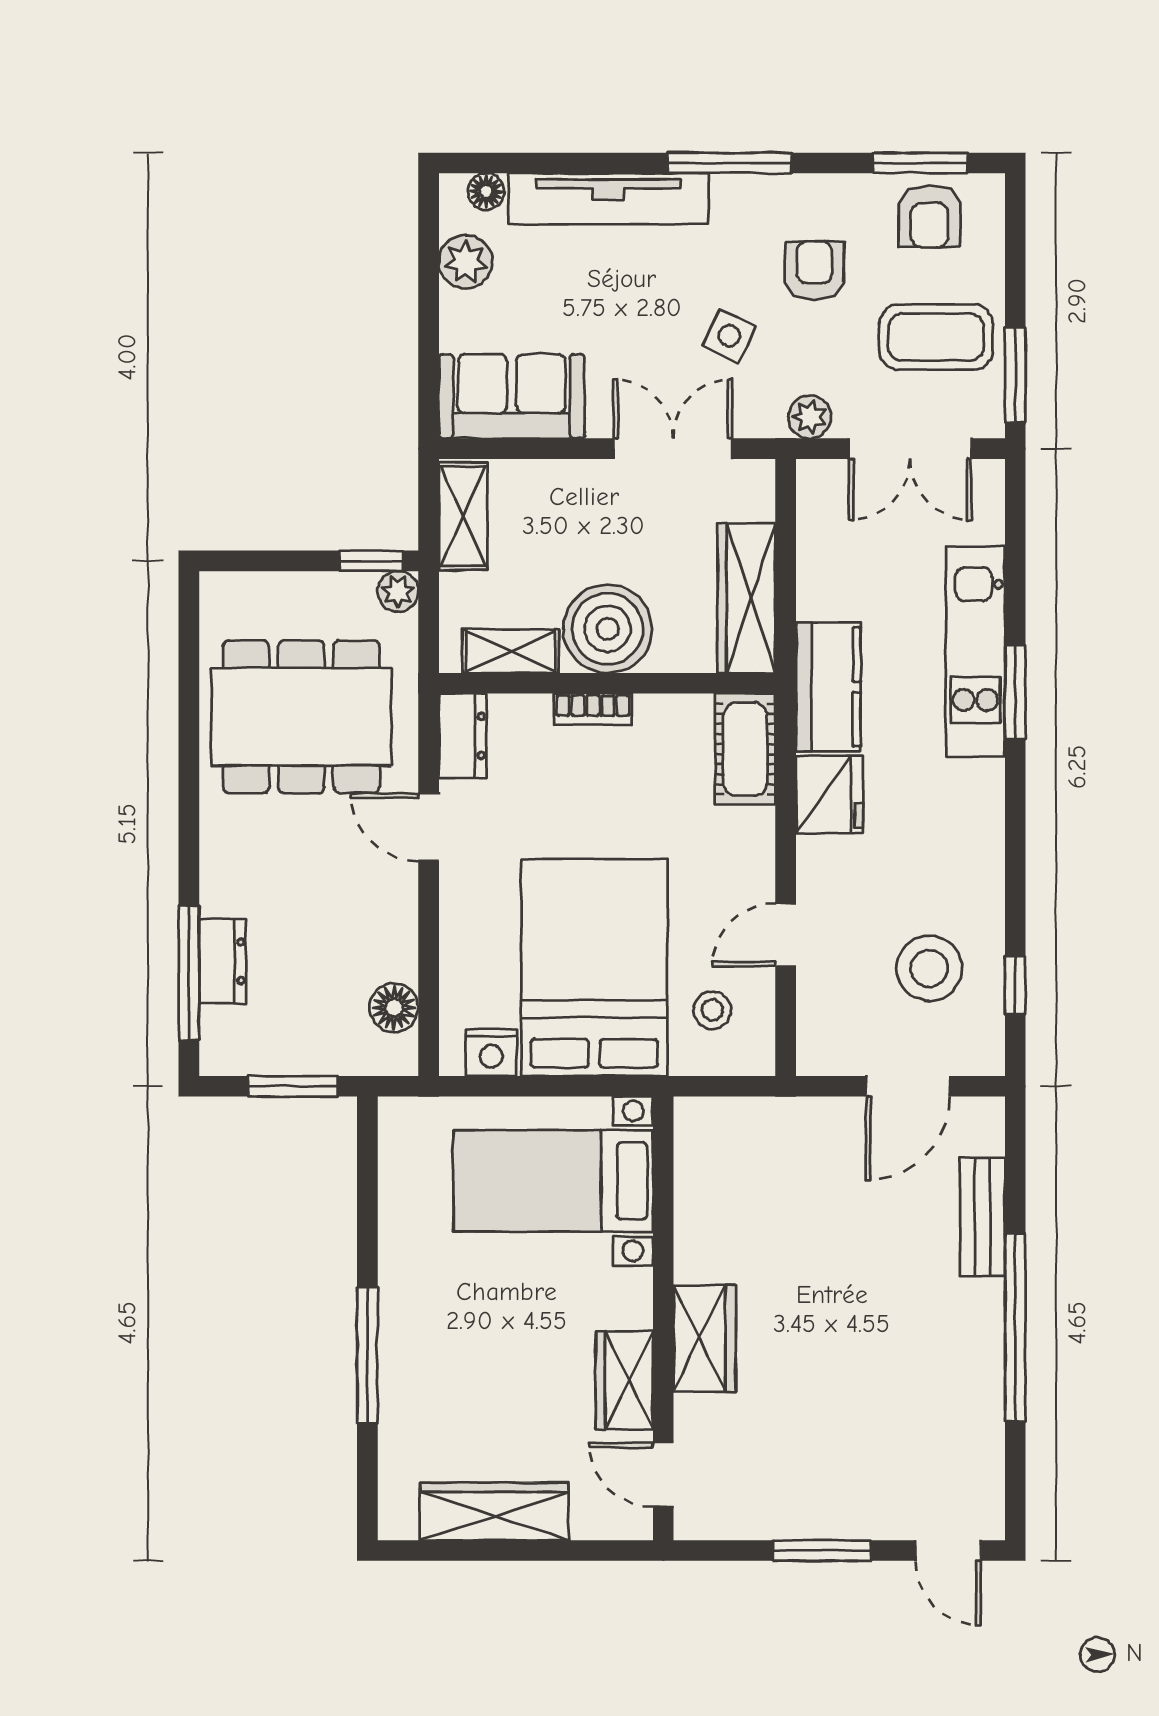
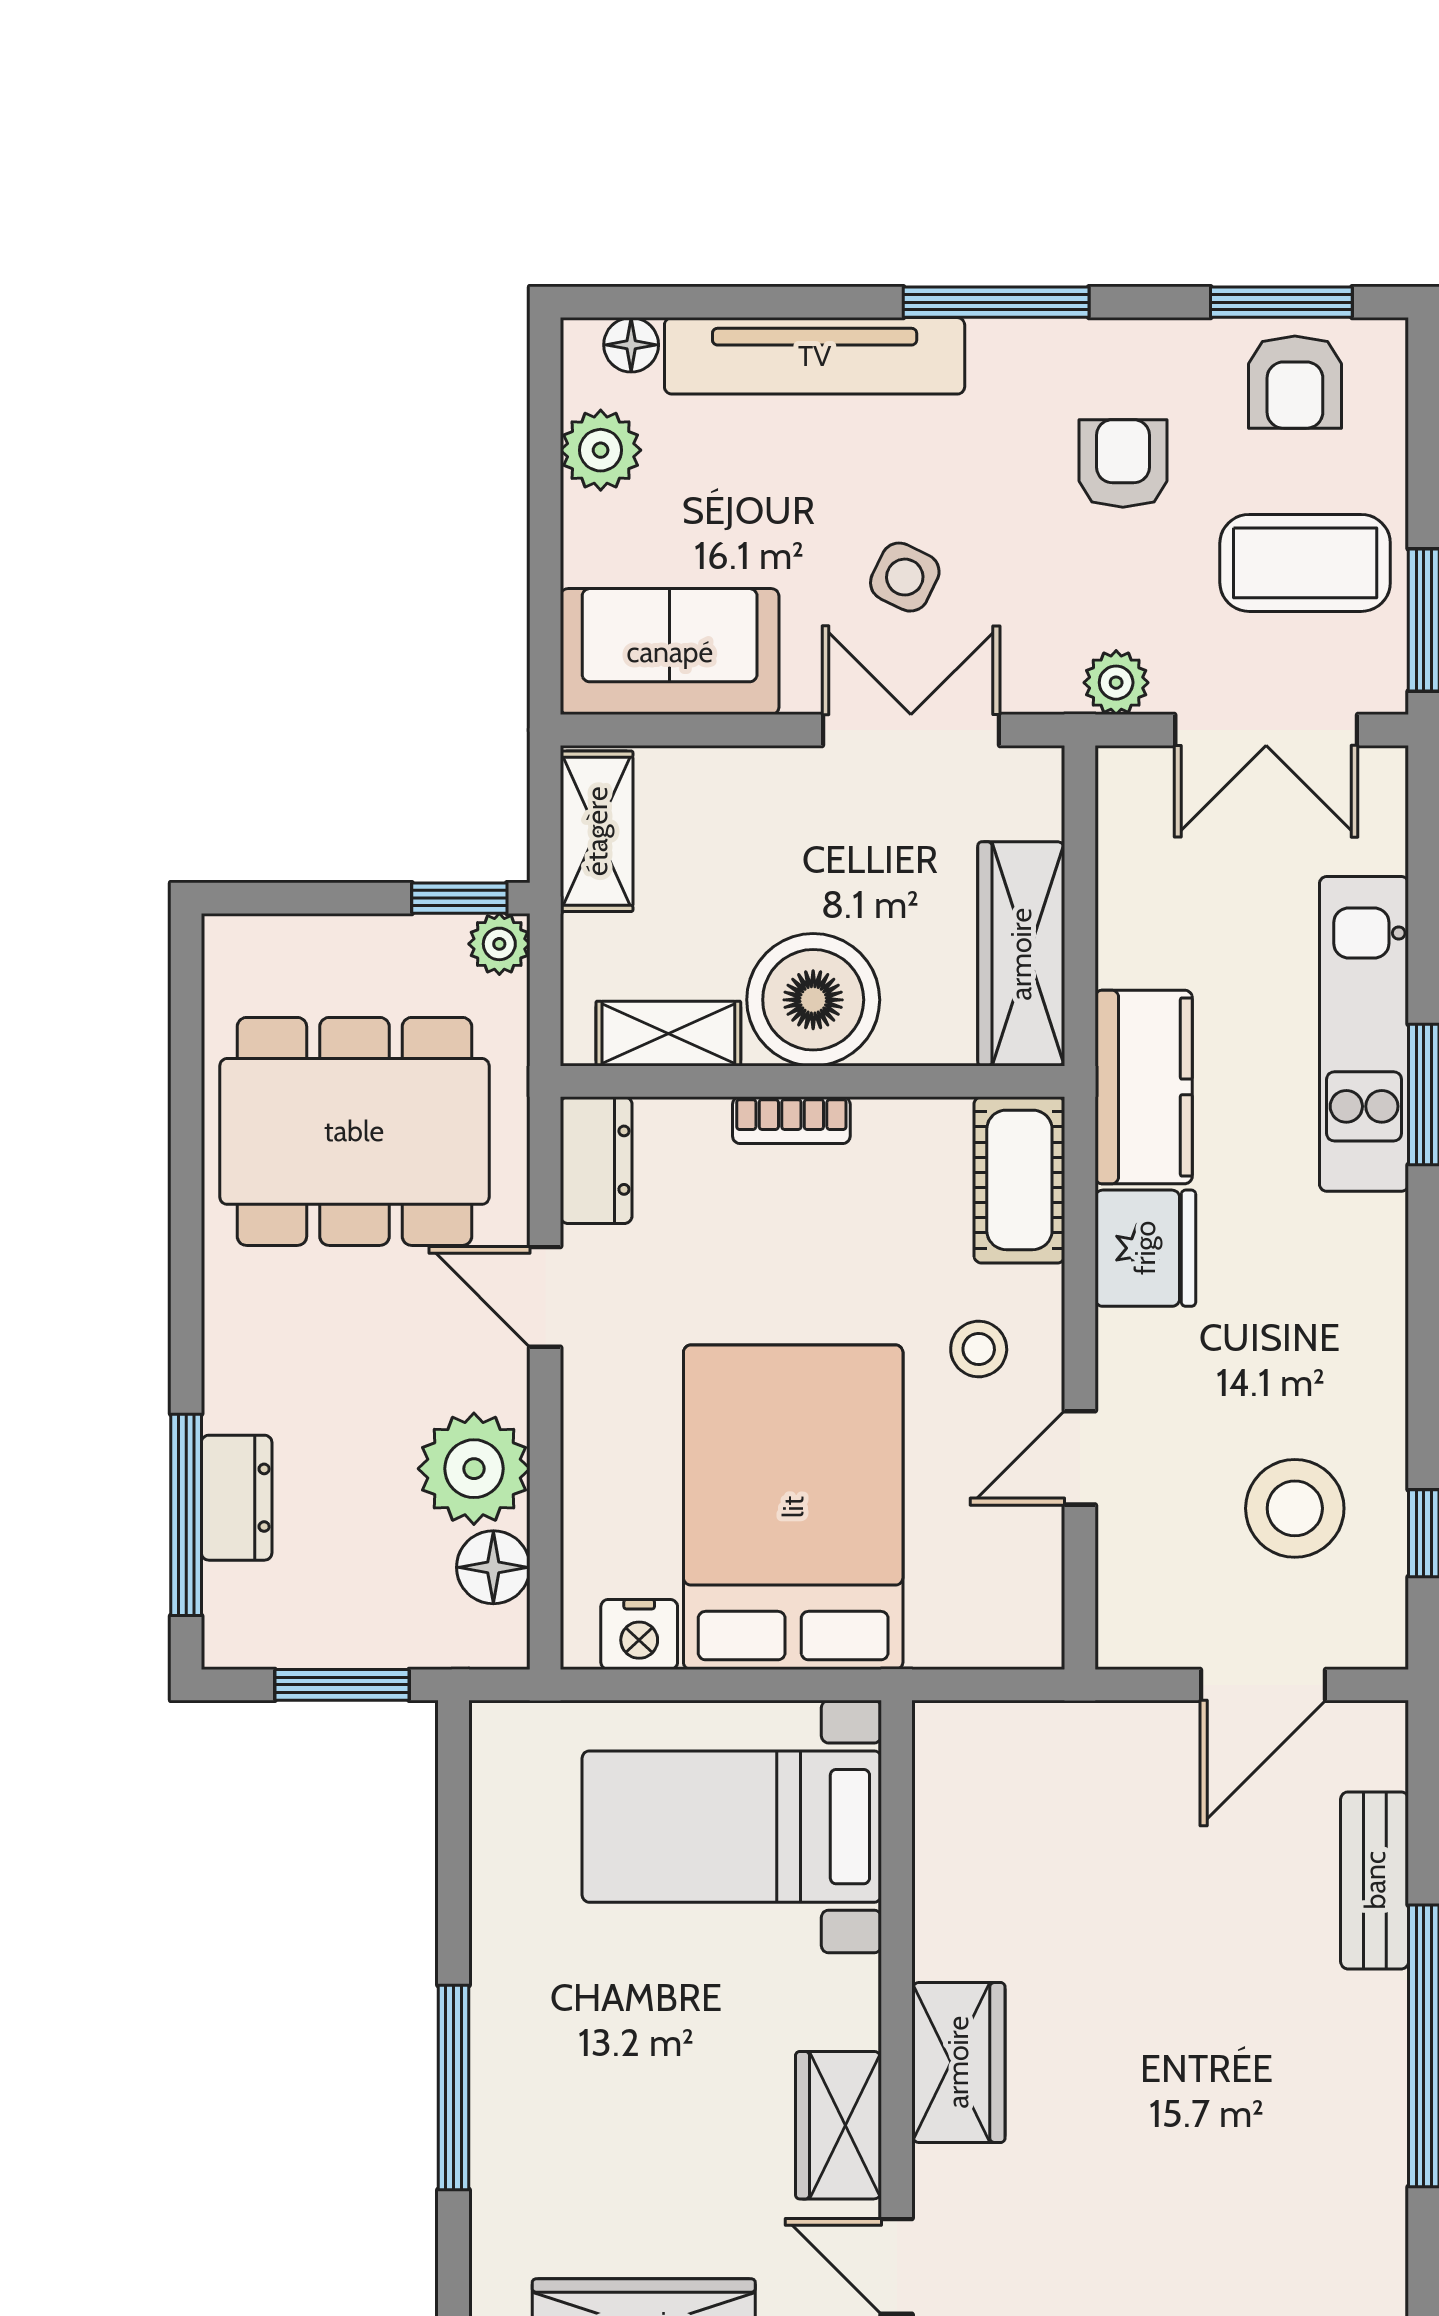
side table: (729, 336) -> (905, 577), moved
plant: (381, 942) -> (474, 1469), added
stool: (712, 1010) -> (979, 1349), moved

